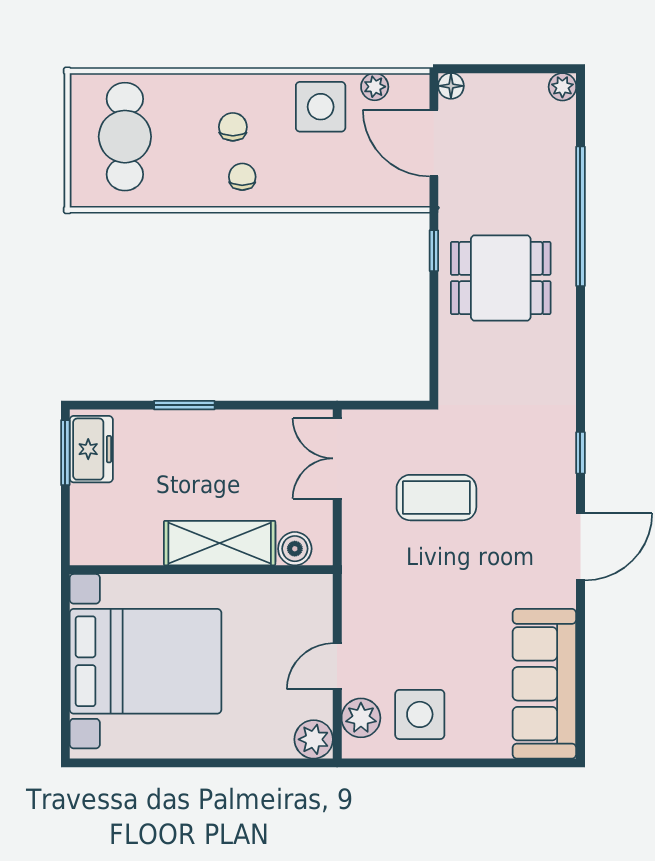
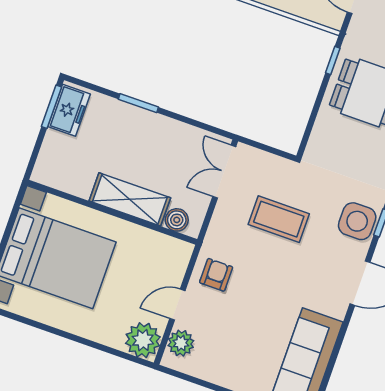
armchair: (377, 606) -> (216, 275), added
side table: (420, 714) -> (357, 221), moved
plant: (314, 739) -> (143, 340), width x1.36, depth x1.36

